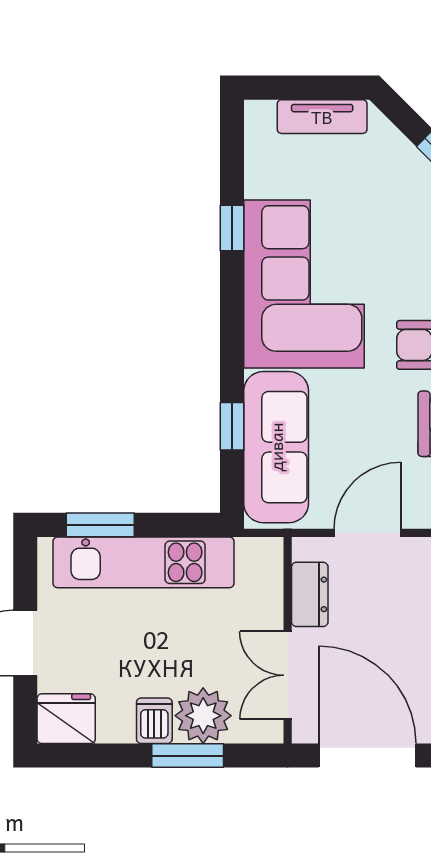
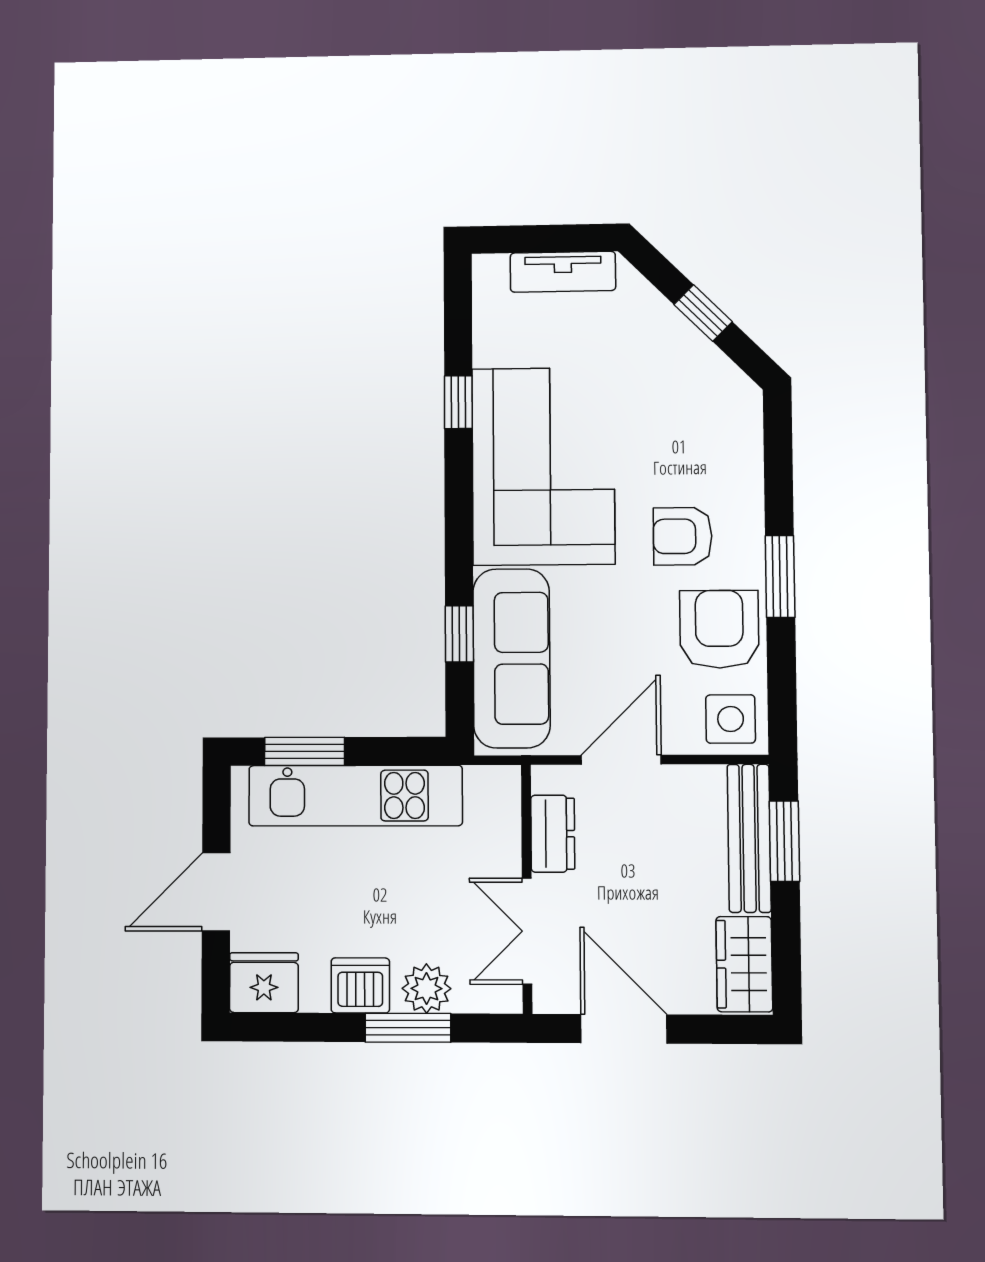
plant: (203, 716) -> (427, 989), width x0.73, depth x0.73
dishwasher: (154, 721) -> (360, 985), width x1.38
door: (367, 756) -> (624, 1029), width x0.73

